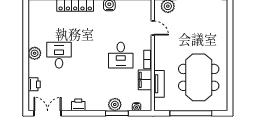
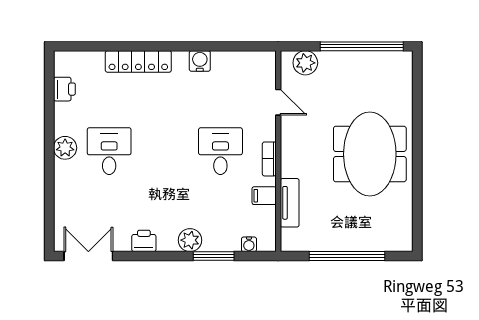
desk: (121, 55) -> (220, 151), turned 180
meeting table: (199, 77) -> (370, 154), moved
filing cabinet: (145, 80) -> (264, 196), width x0.50
printer: (34, 84) -> (64, 89), moved
plant: (115, 104) -> (190, 240), moved

